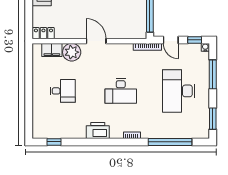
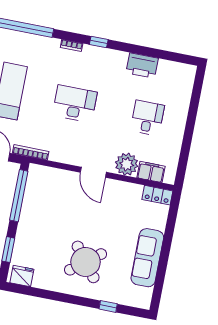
desk: (63, 91) -> (147, 118), turned 90
printer: (98, 130) -> (142, 66), moved
window: (54, 142) -> (99, 42), moved

